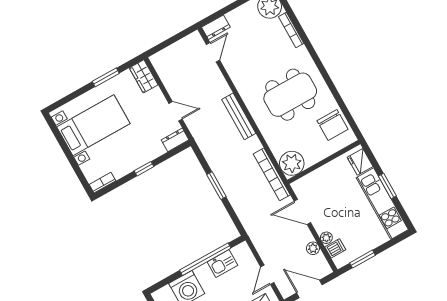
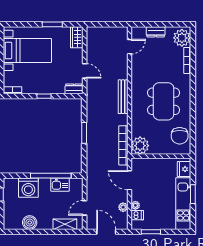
dresser: (216, 27) -> (156, 32), moved
dining table: (290, 95) -> (164, 101), turned 90

